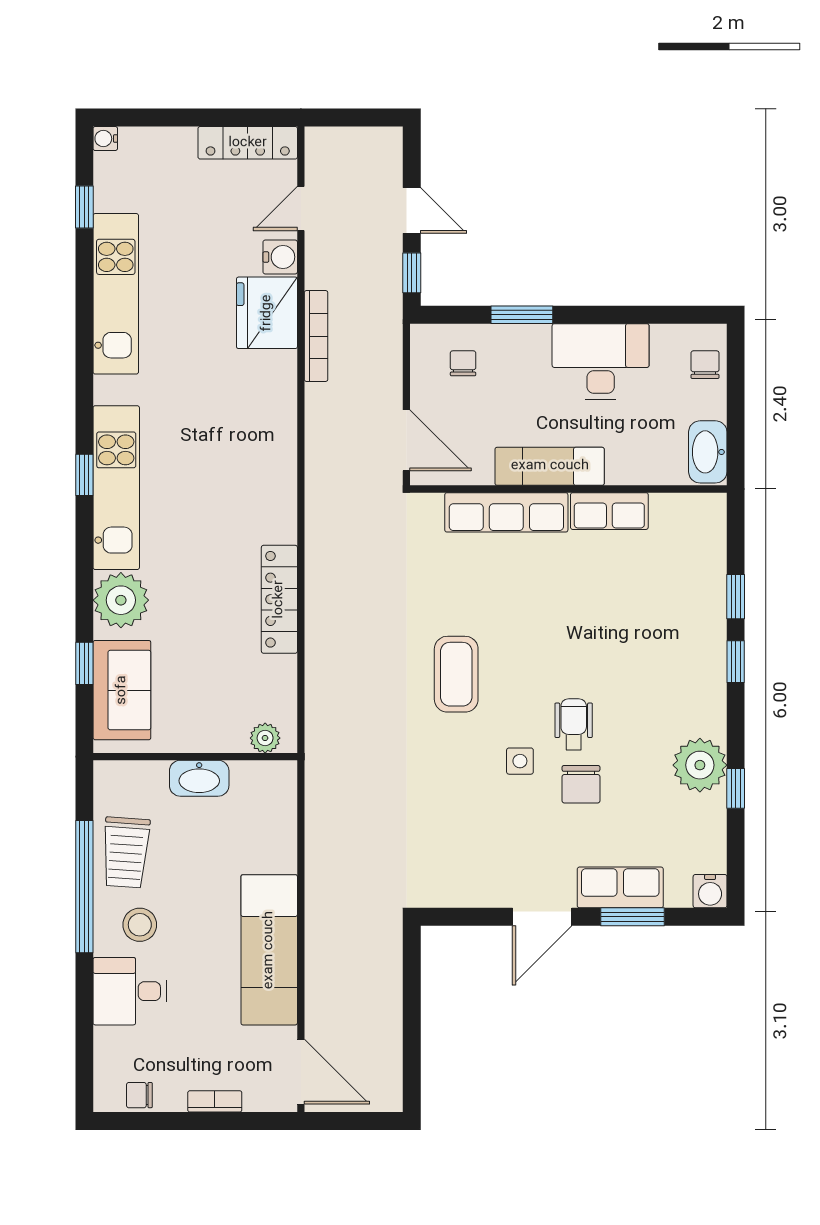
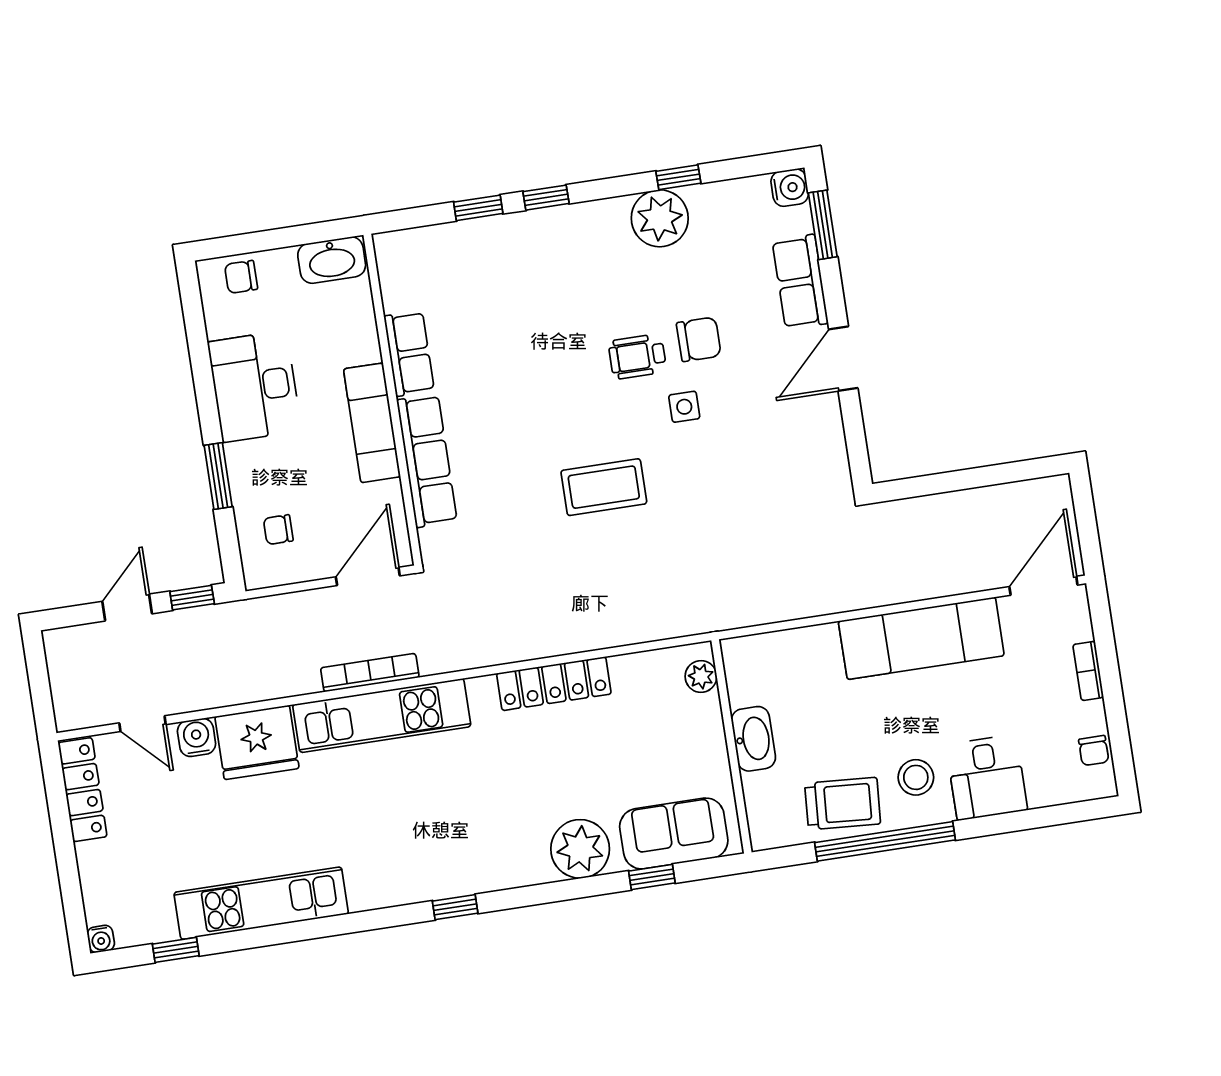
bookcase: (316, 336) -> (370, 673), moved
kitchen unit: (116, 488) -> (382, 716), moved, turned 180
door: (542, 917) -> (843, 359), swing flipped
window: (632, 917) -> (823, 225), moved

